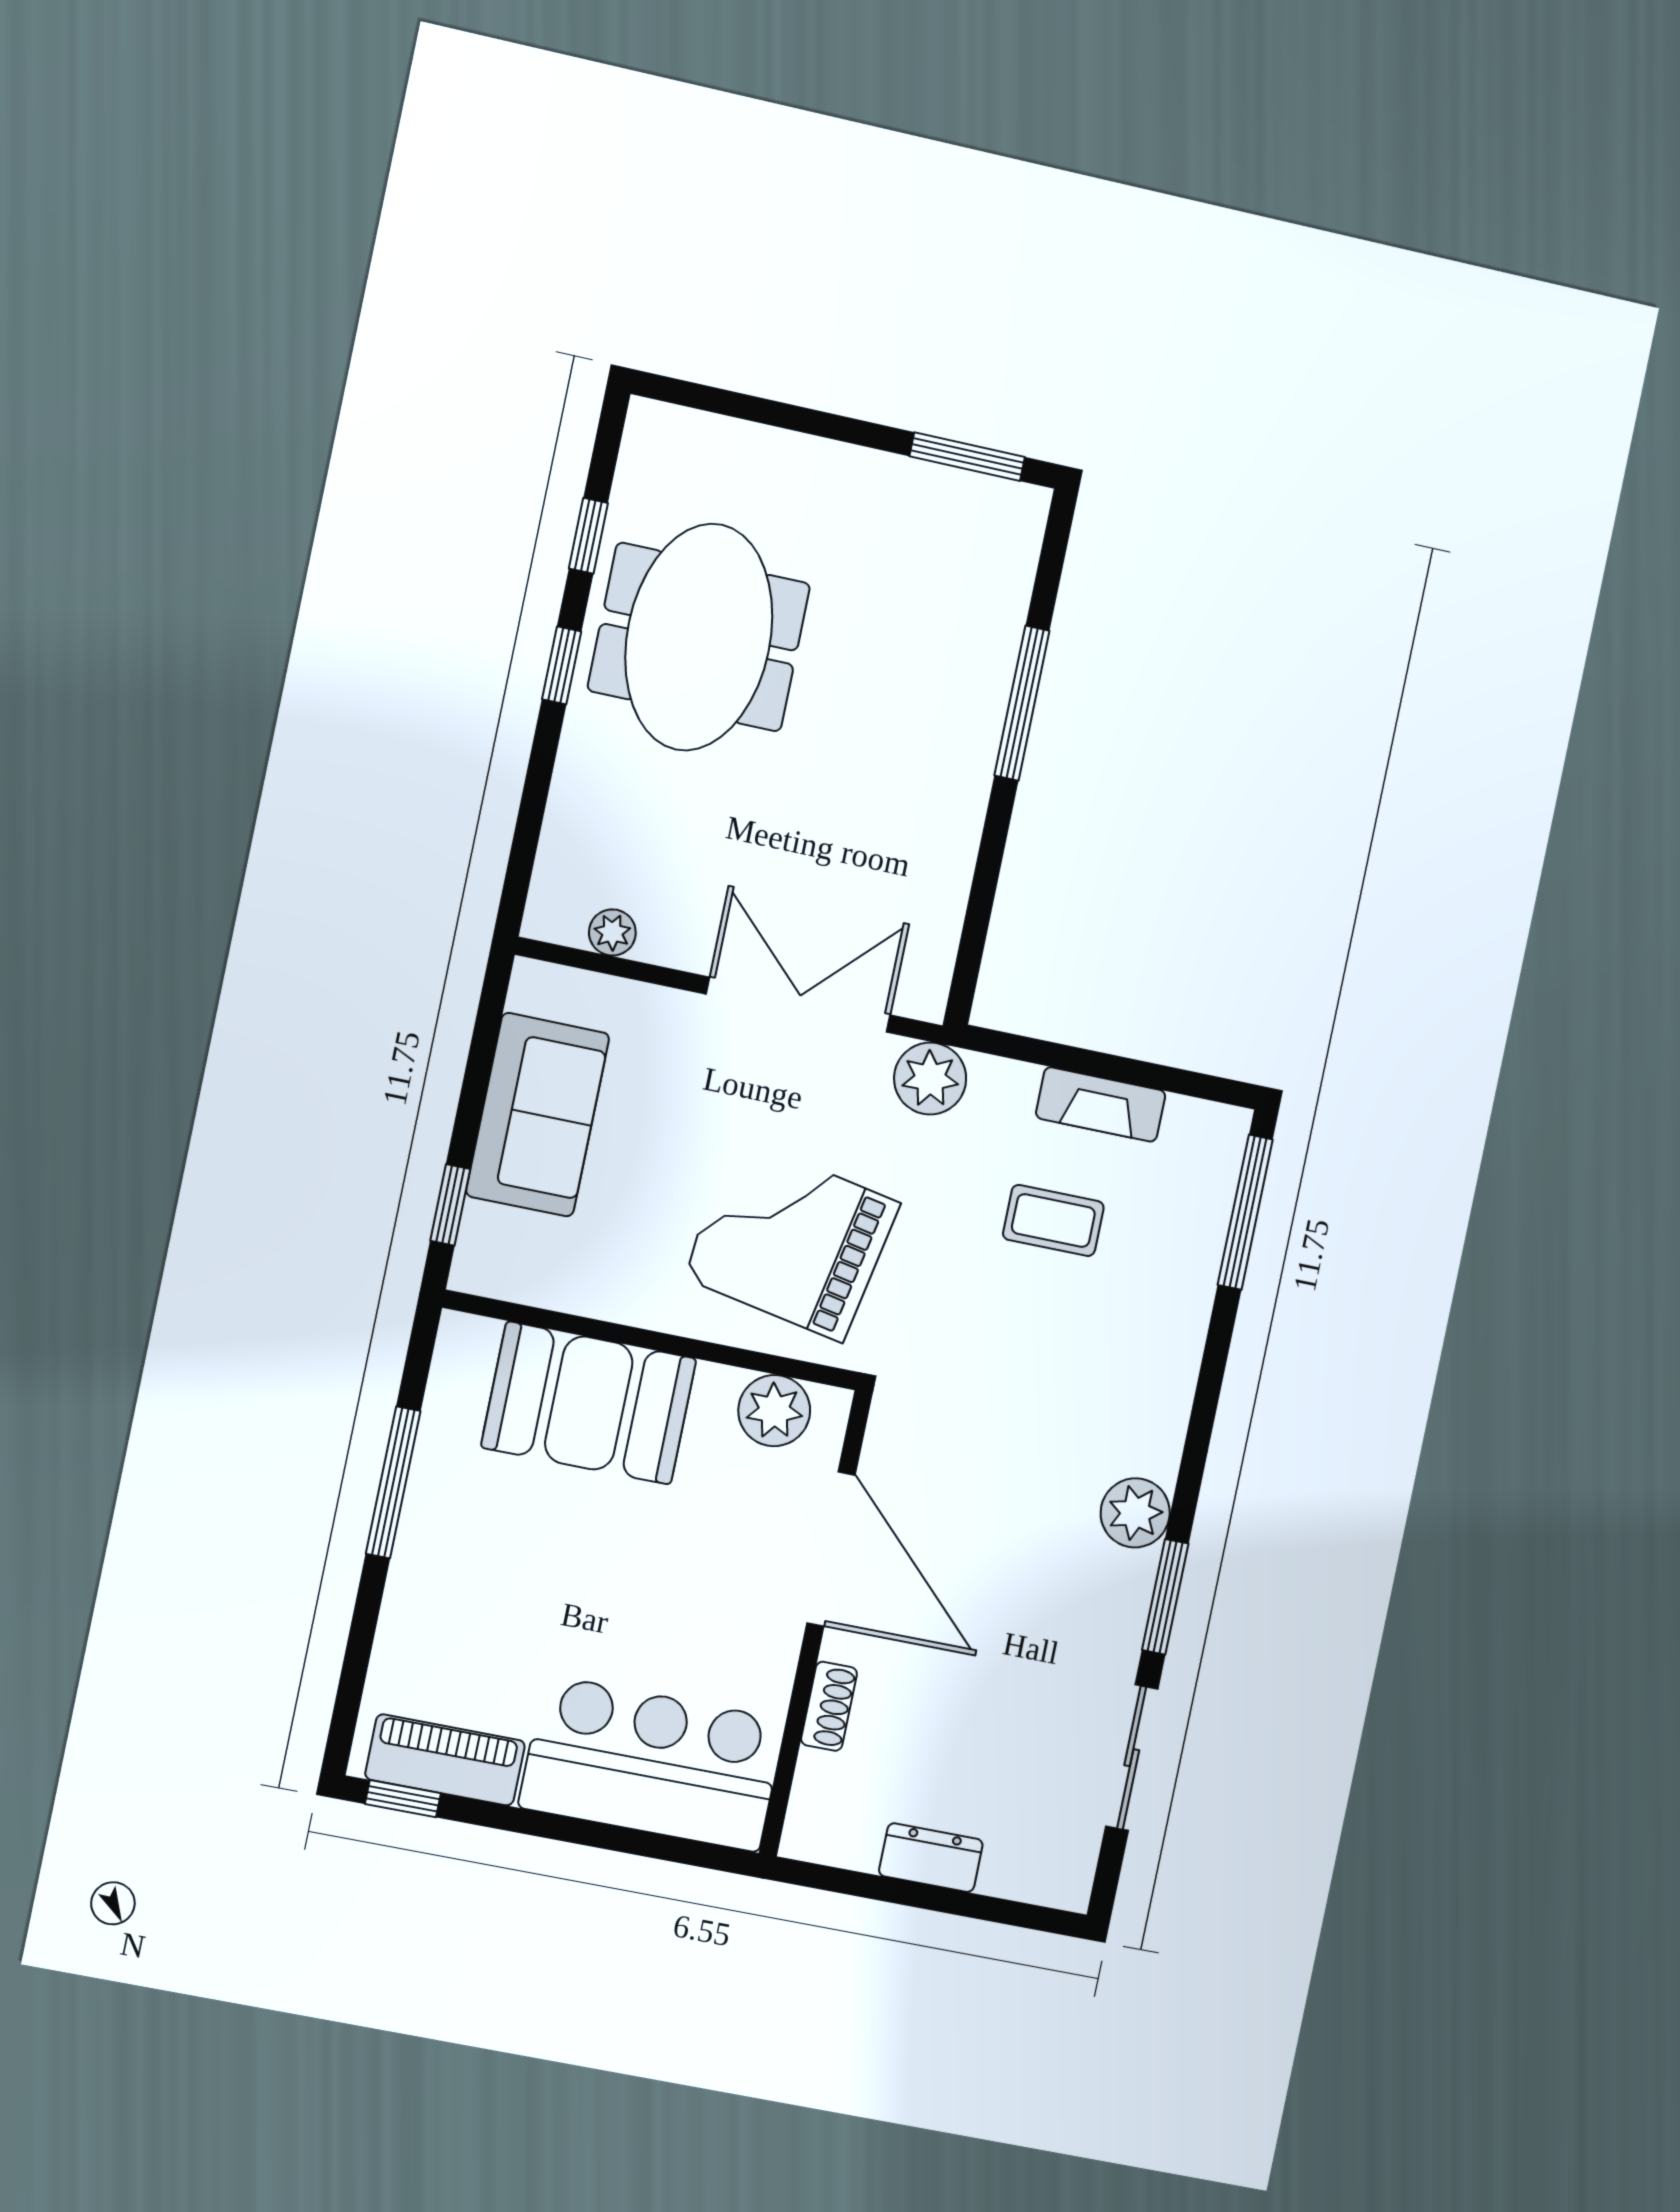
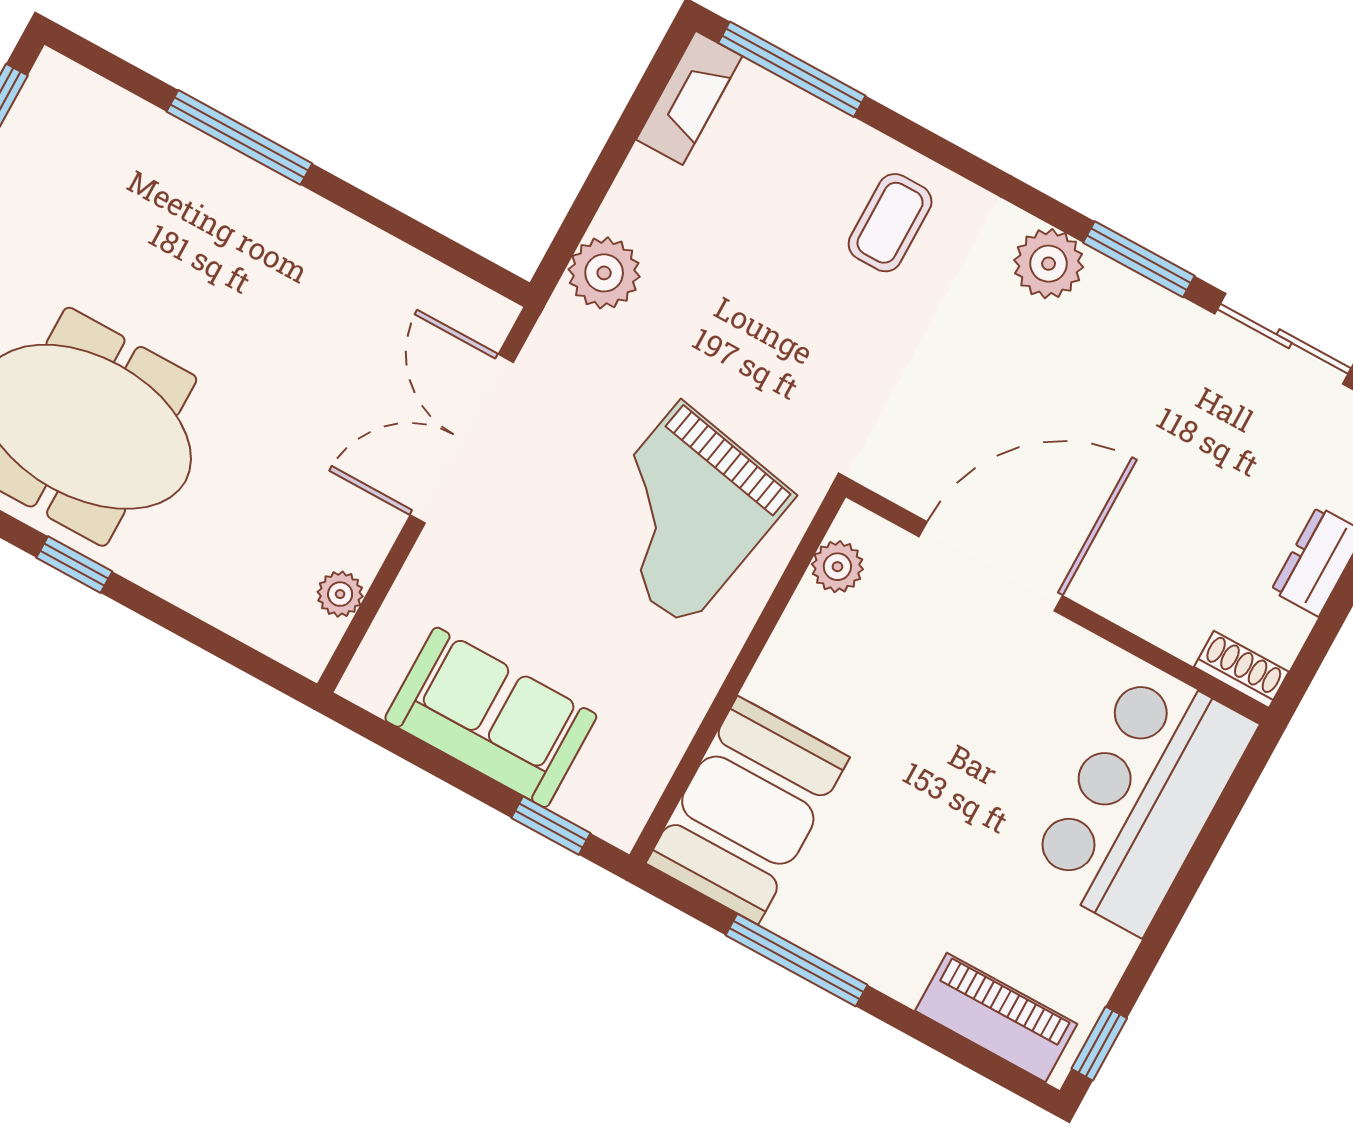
plant: (930, 1079) -> (604, 273), moved
fireplace: (1101, 1104) -> (689, 98), moved
coffee table: (1053, 1221) -> (890, 223), moved
booth: (589, 1403) -> (748, 810), moved
plant: (774, 1411) -> (837, 567), width x0.73, depth x0.73
shoe rack: (829, 1706) -> (1241, 669), moved
piano: (445, 1760) -> (996, 1017), moved, turned 90

